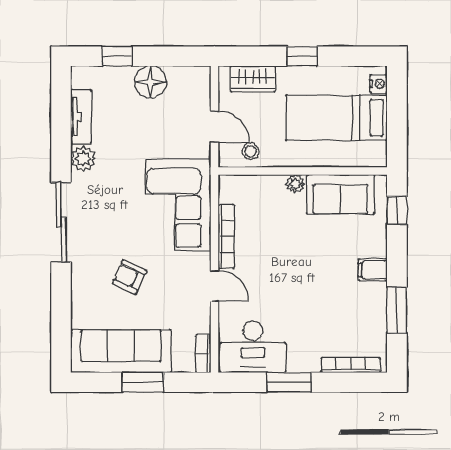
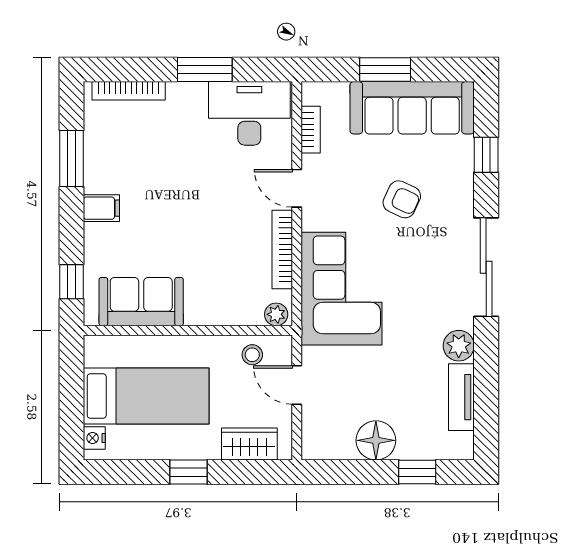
plant: (295, 184) -> (276, 314), moved
window: (61, 313) -> (486, 155), added
bookcase: (203, 354) -> (311, 130), moved

